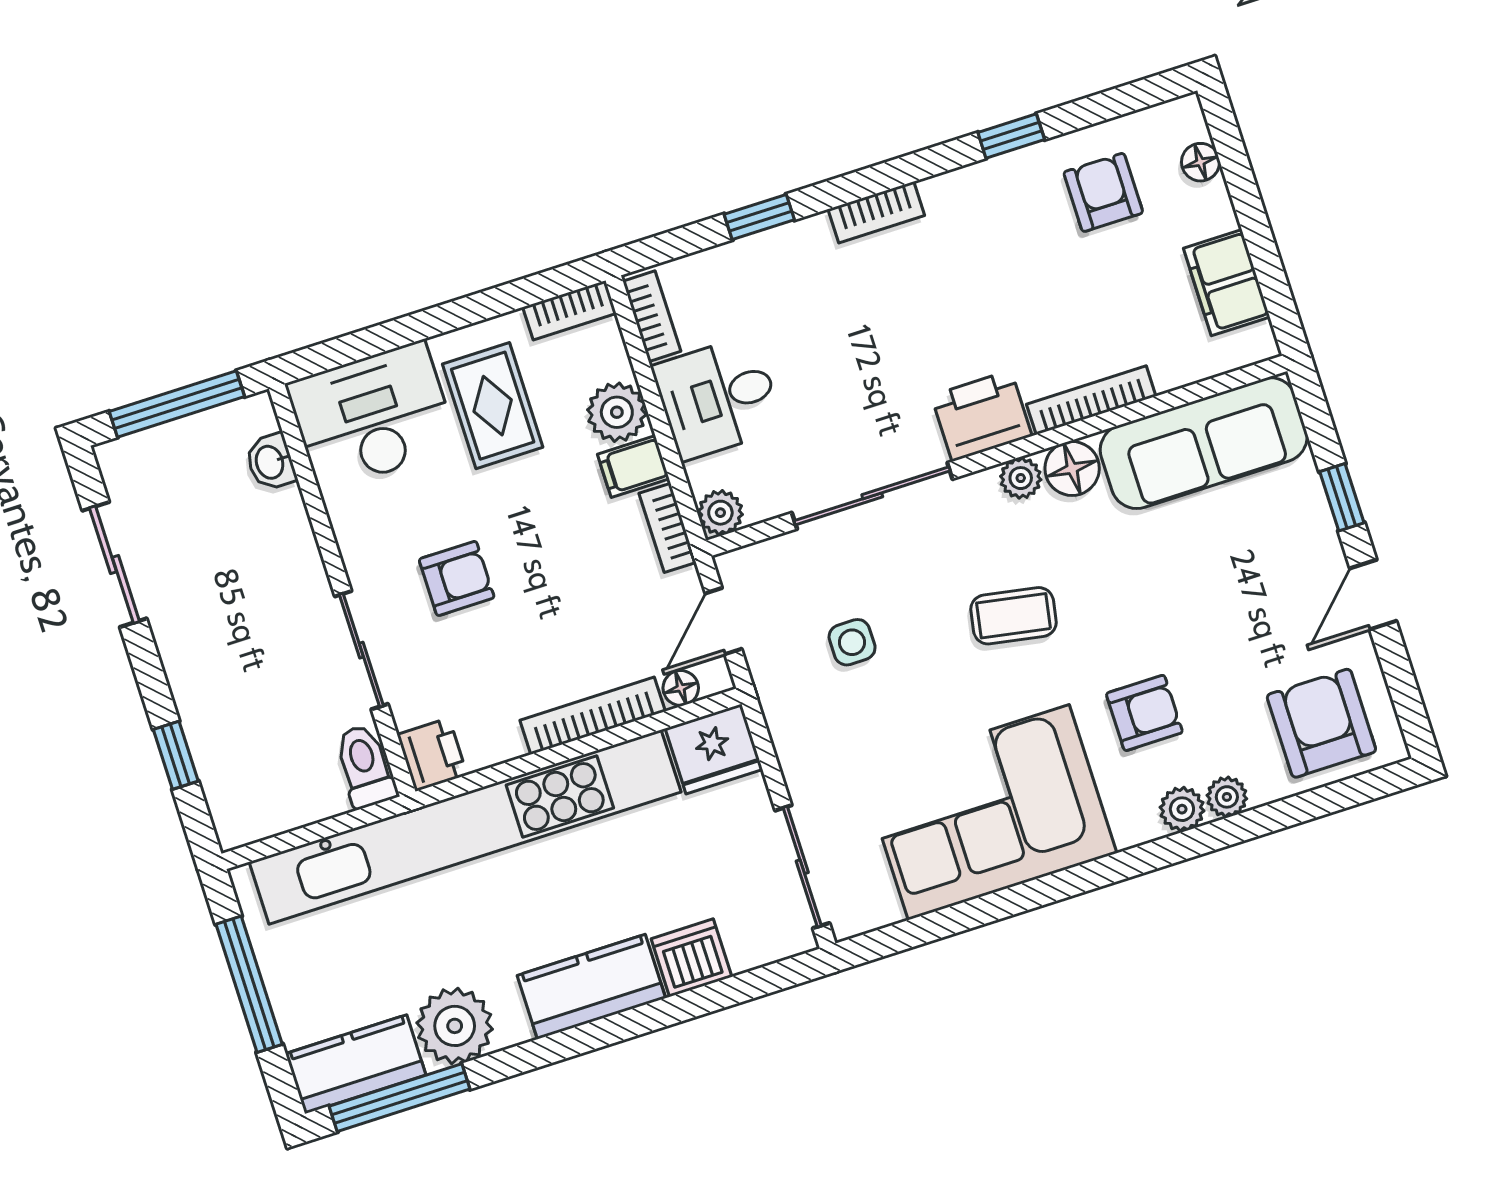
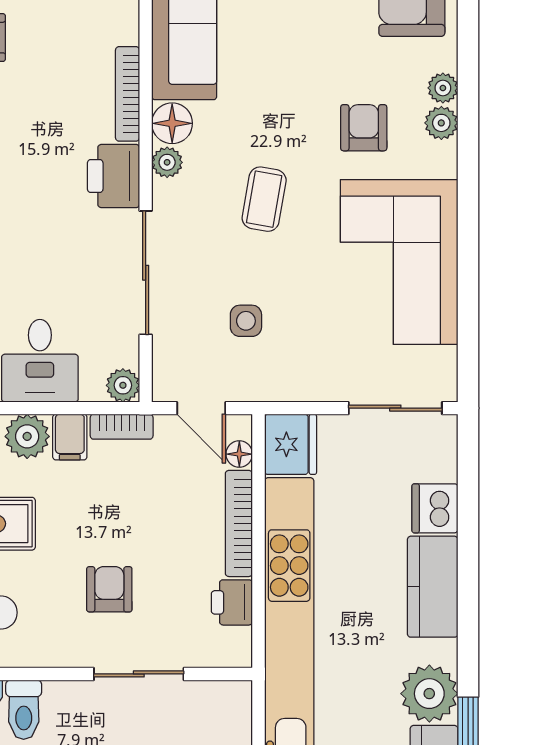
printer: (432, 755) -> (232, 602), moved, turned -90
toilet: (365, 766) -> (24, 710), moved, turned -90

